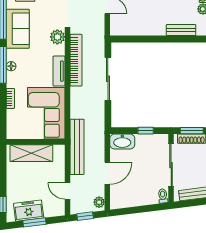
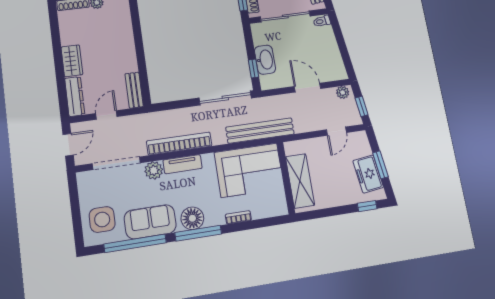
bench: (181, 30) -> (134, 90), moved
floor lamp: (11, 66) -> (192, 218), width x1.89, depth x1.89
tv unit: (59, 71) -> (183, 164), moved
sliding door: (108, 79) -> (225, 98), moved
window: (146, 131) -> (254, 68), moved
washbasin: (122, 141) -> (265, 60), moved
bench: (77, 147) -> (260, 131), moved

